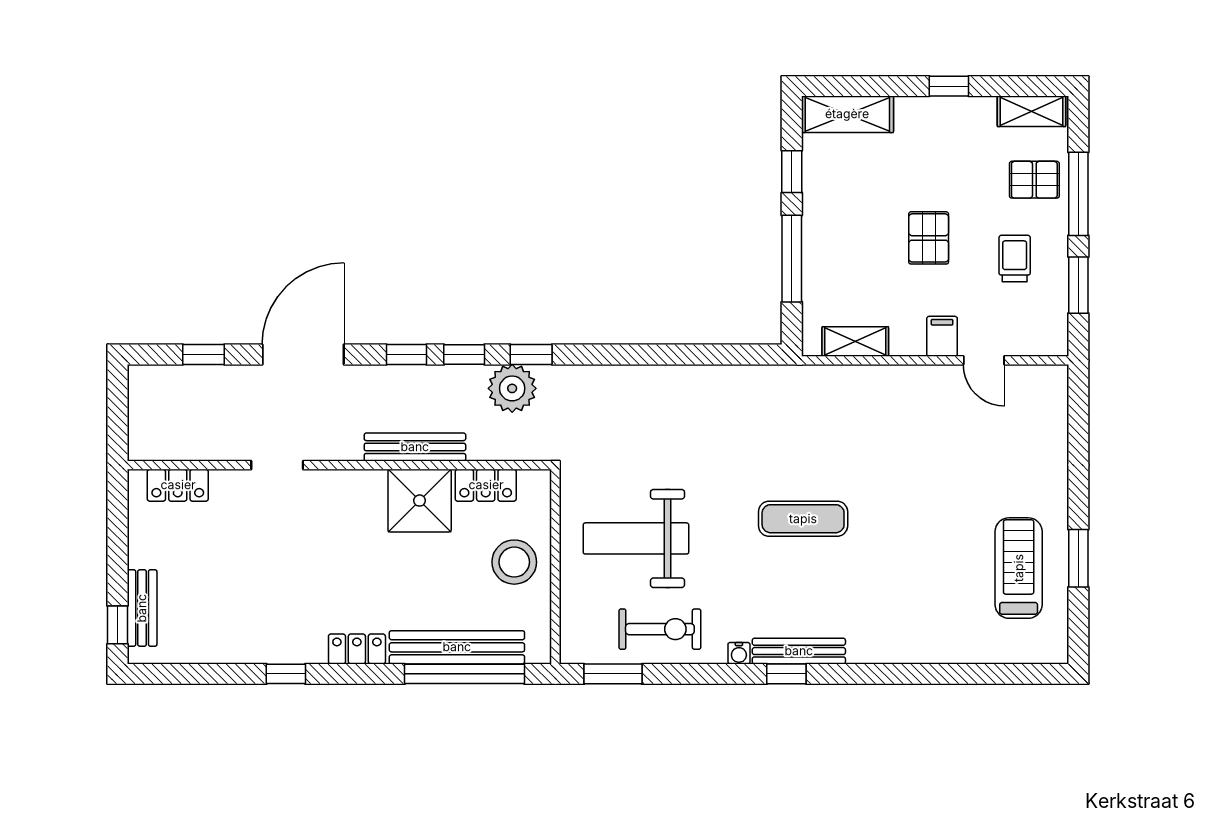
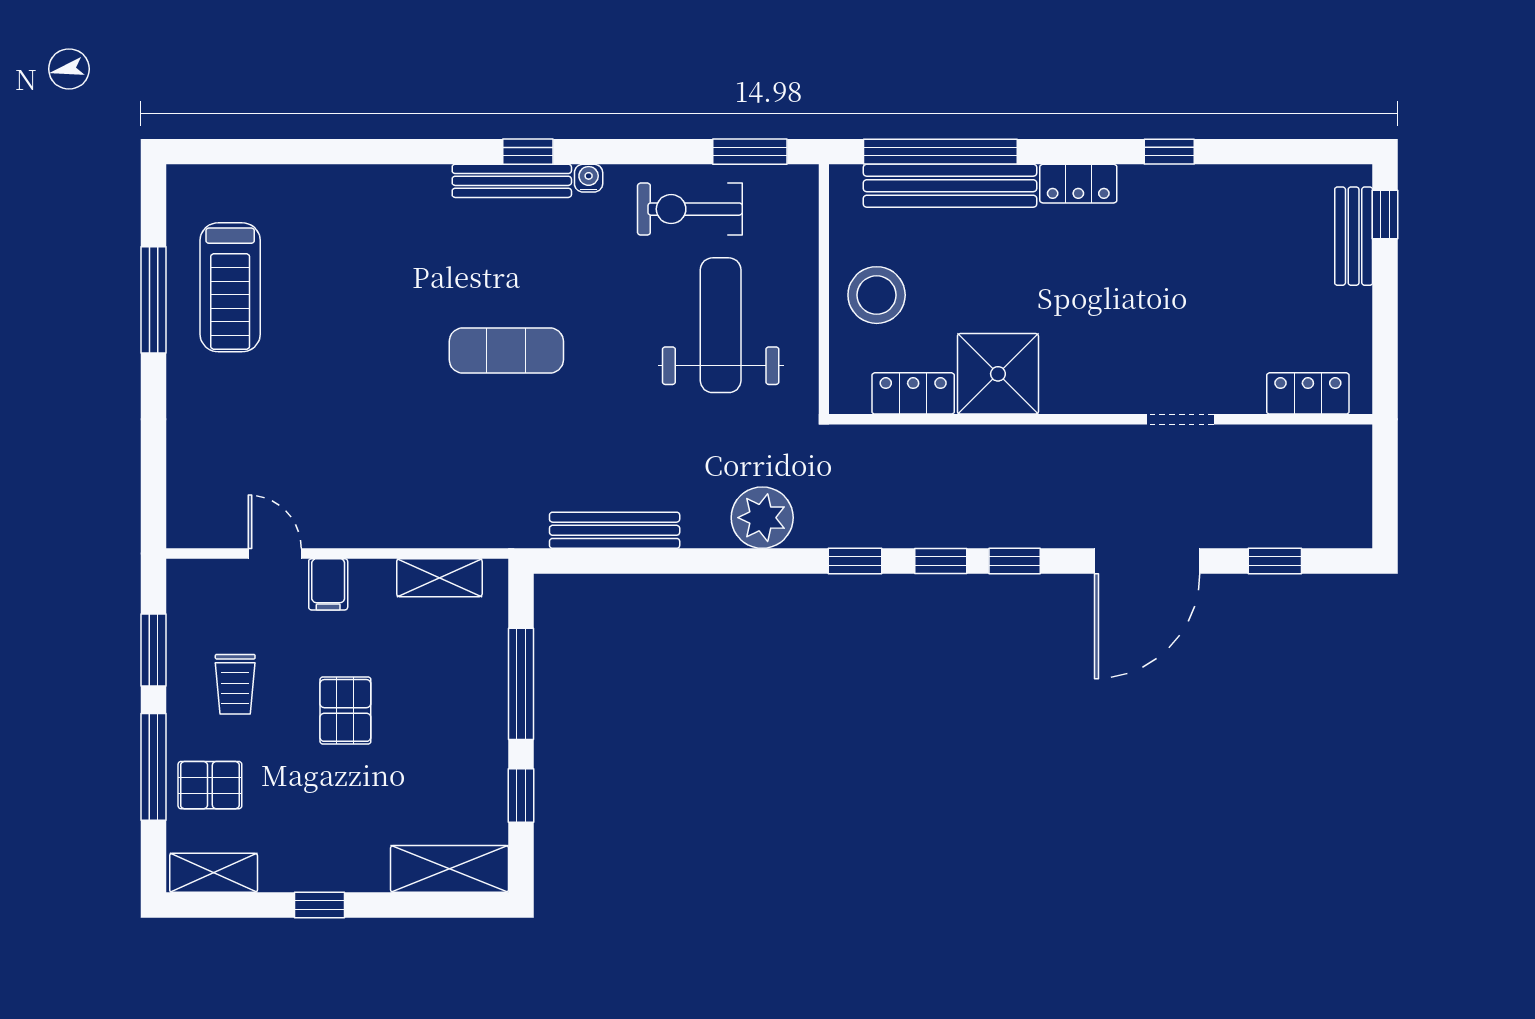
plant: (512, 388) -> (762, 518), moved
bench: (415, 447) -> (615, 530), moved
weight bench: (636, 538) -> (721, 325), turned -90
window: (1078, 558) -> (153, 300), width x1.44

